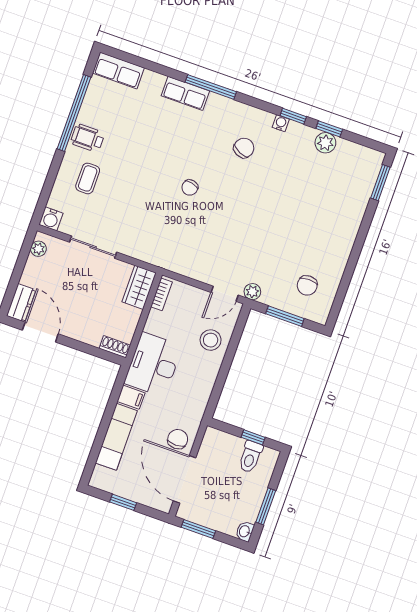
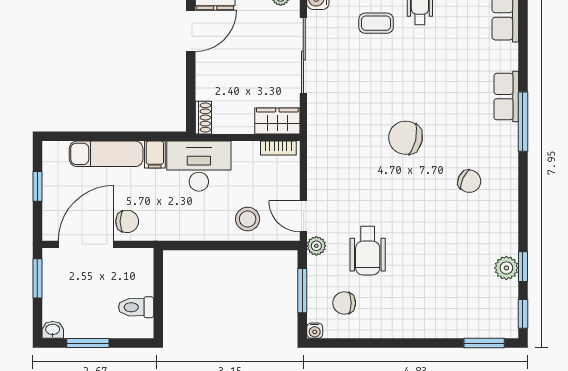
window: (293, 116) -> (523, 314), moved
water cooler: (281, 123) -> (315, 331), moved, turned 90
chair: (190, 187) -> (406, 138), width x1.87, depth x1.87
sliding door: (93, 247) -> (303, 56), width x1.37
wheelchair: (271, 251) -> (368, 251), added
window: (253, 437) -> (158, 303), removed

